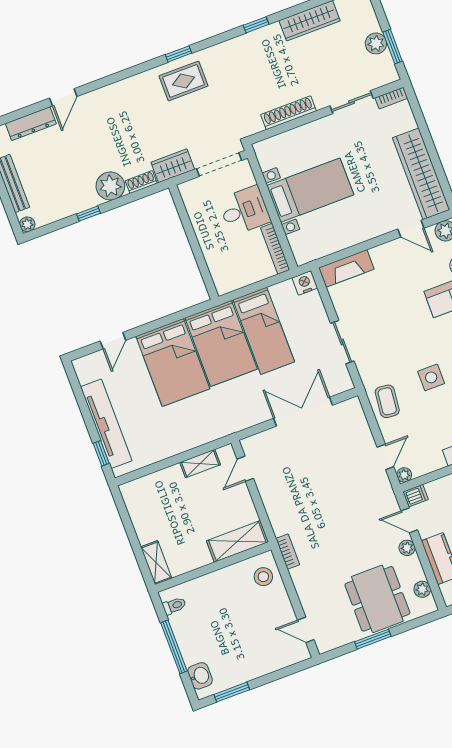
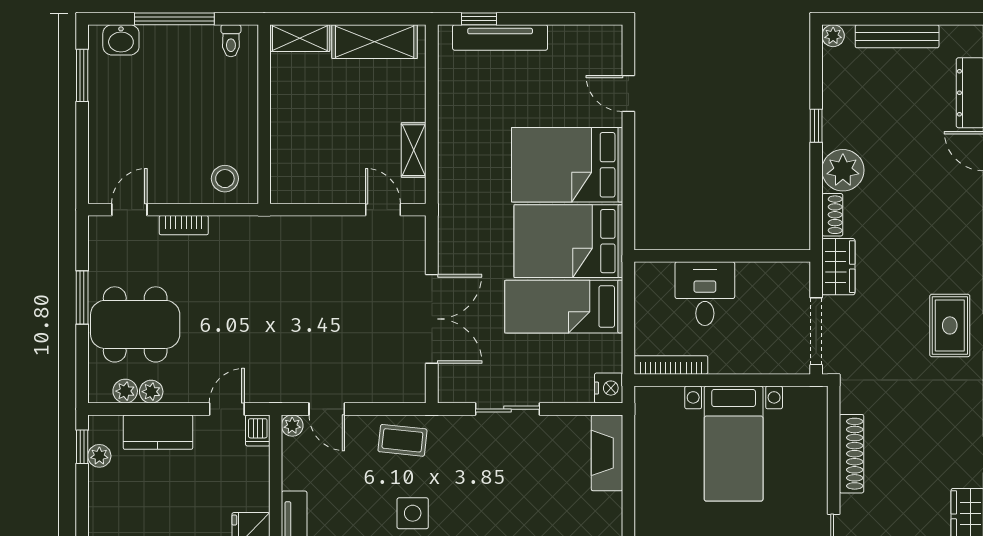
desk: (244, 210) -> (705, 294), moved, turned 180
tv unit: (106, 424) -> (500, 37), width x0.73, depth x0.78
shelving: (237, 541) -> (375, 42), moved, turned 90
plant: (407, 548) -> (151, 392), moved
bookcase: (288, 552) -> (184, 225), moved

